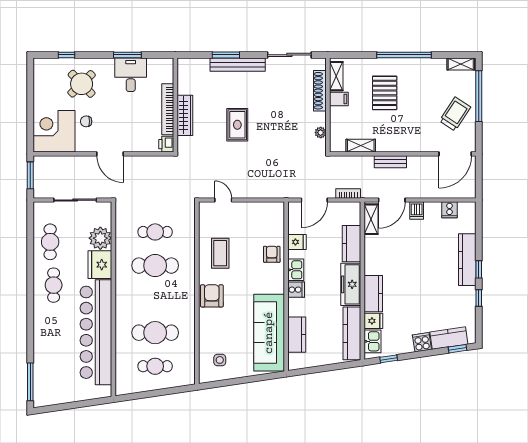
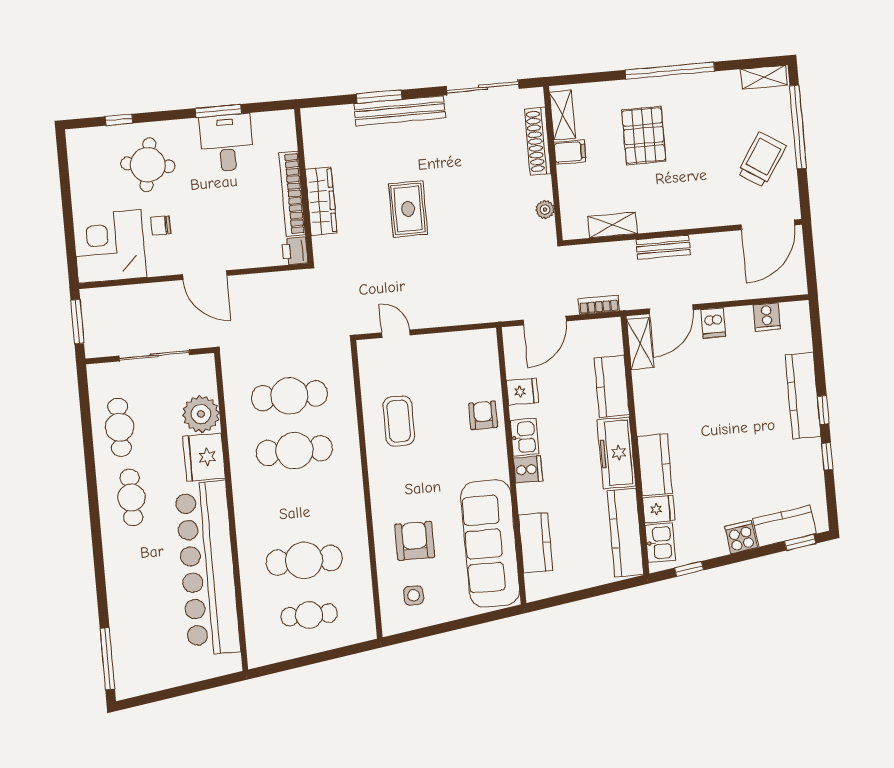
round table: (82, 84) -> (148, 165), turned -37
cafe table: (155, 232) -> (289, 396), width x1.37, depth x1.35
armchair: (212, 296) -> (415, 541), moved

